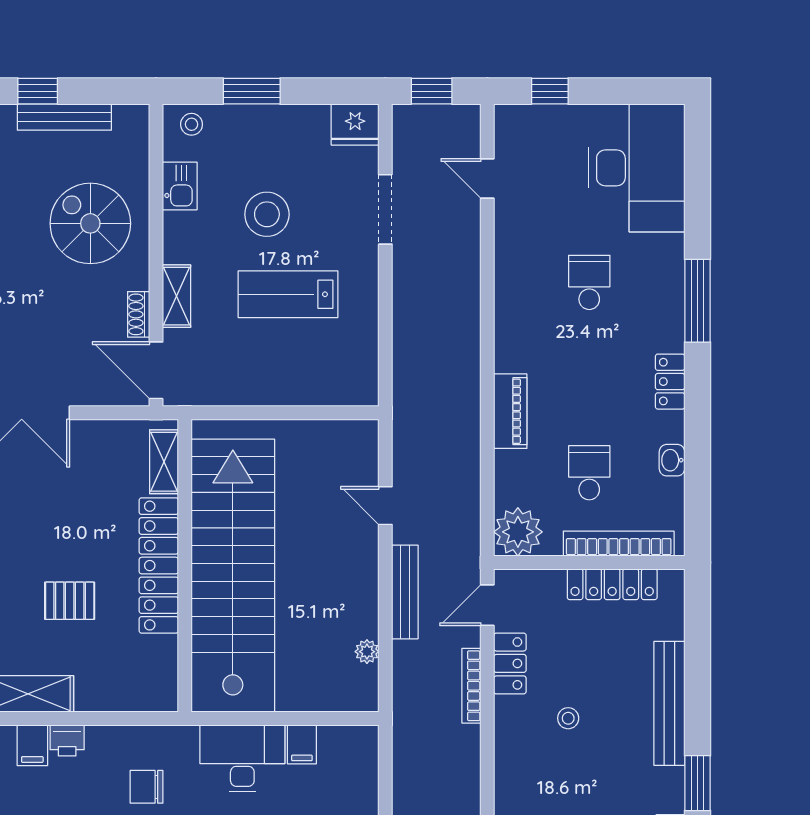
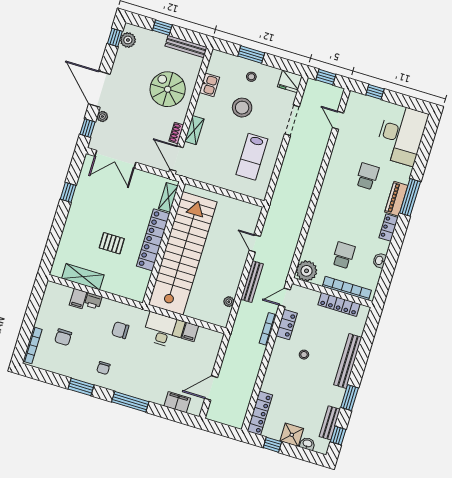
bench: (64, 117) -> (186, 47), moved
stool: (192, 124) -> (251, 77), moved
lab bench: (288, 294) -> (252, 157), moved, turned -90
piano: (510, 411) -> (396, 199), moved, turned 180

